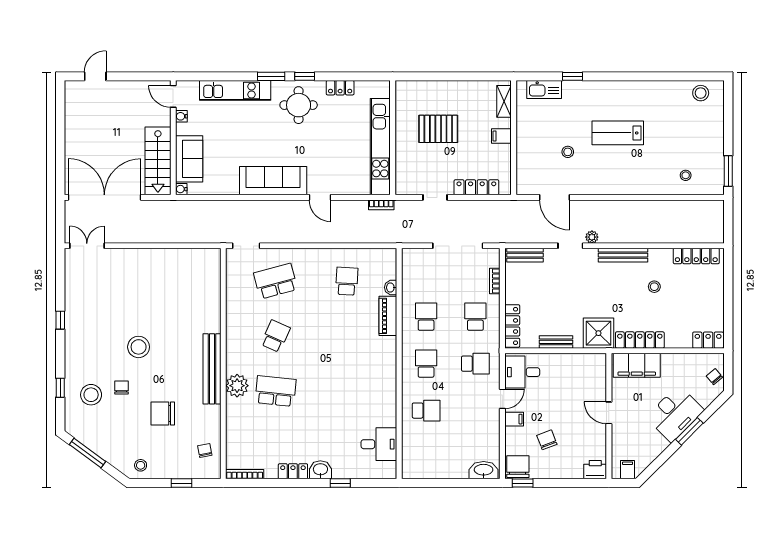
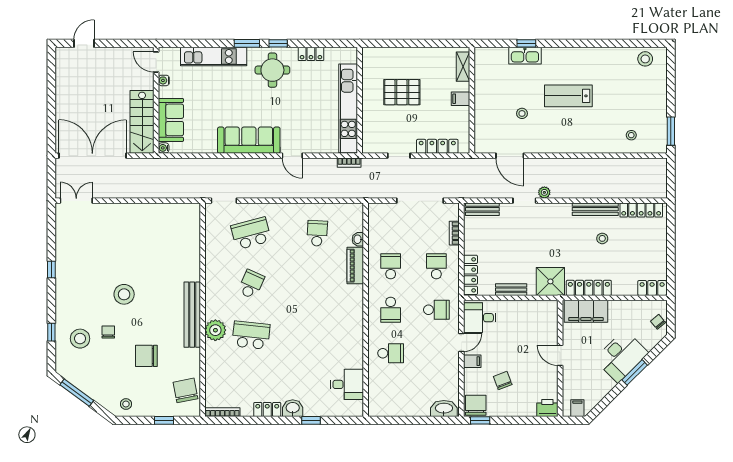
kitchen sink: (544, 90) -> (525, 56), moved
bench: (623, 255) -> (595, 209), moved
school desk: (426, 364) -> (391, 310), turned 180
chair: (205, 451) -> (185, 390), width x1.87, depth x1.87

